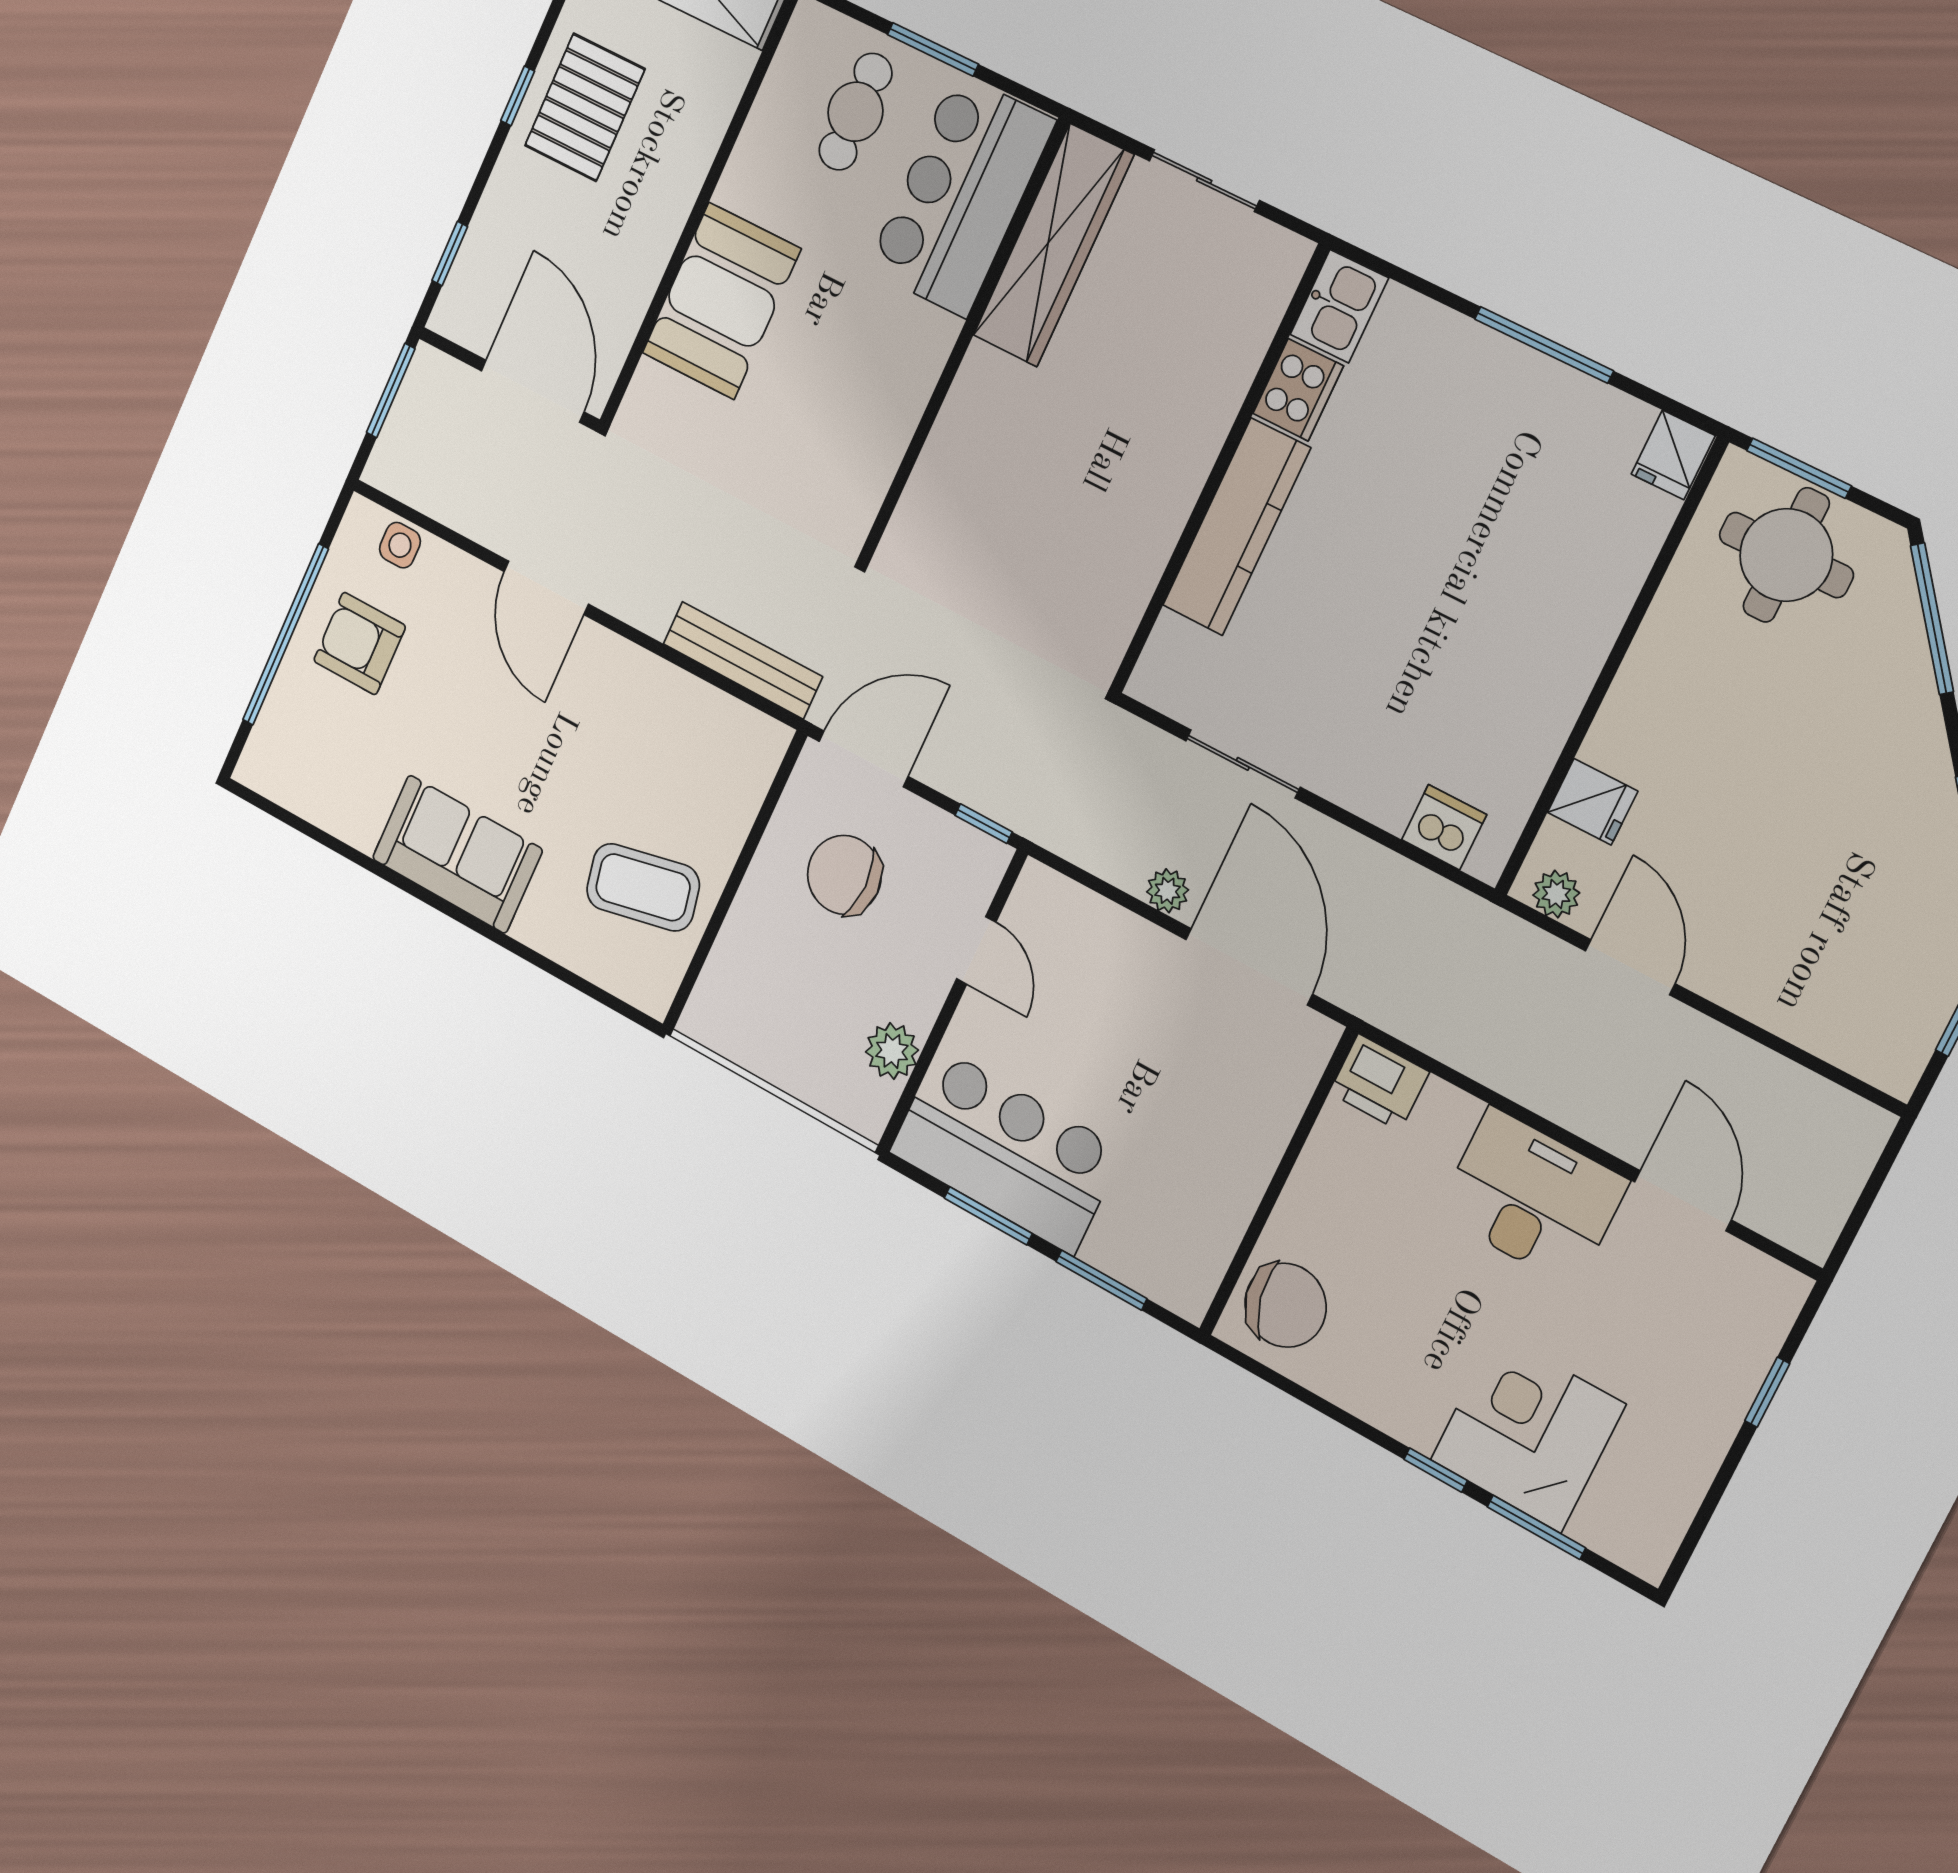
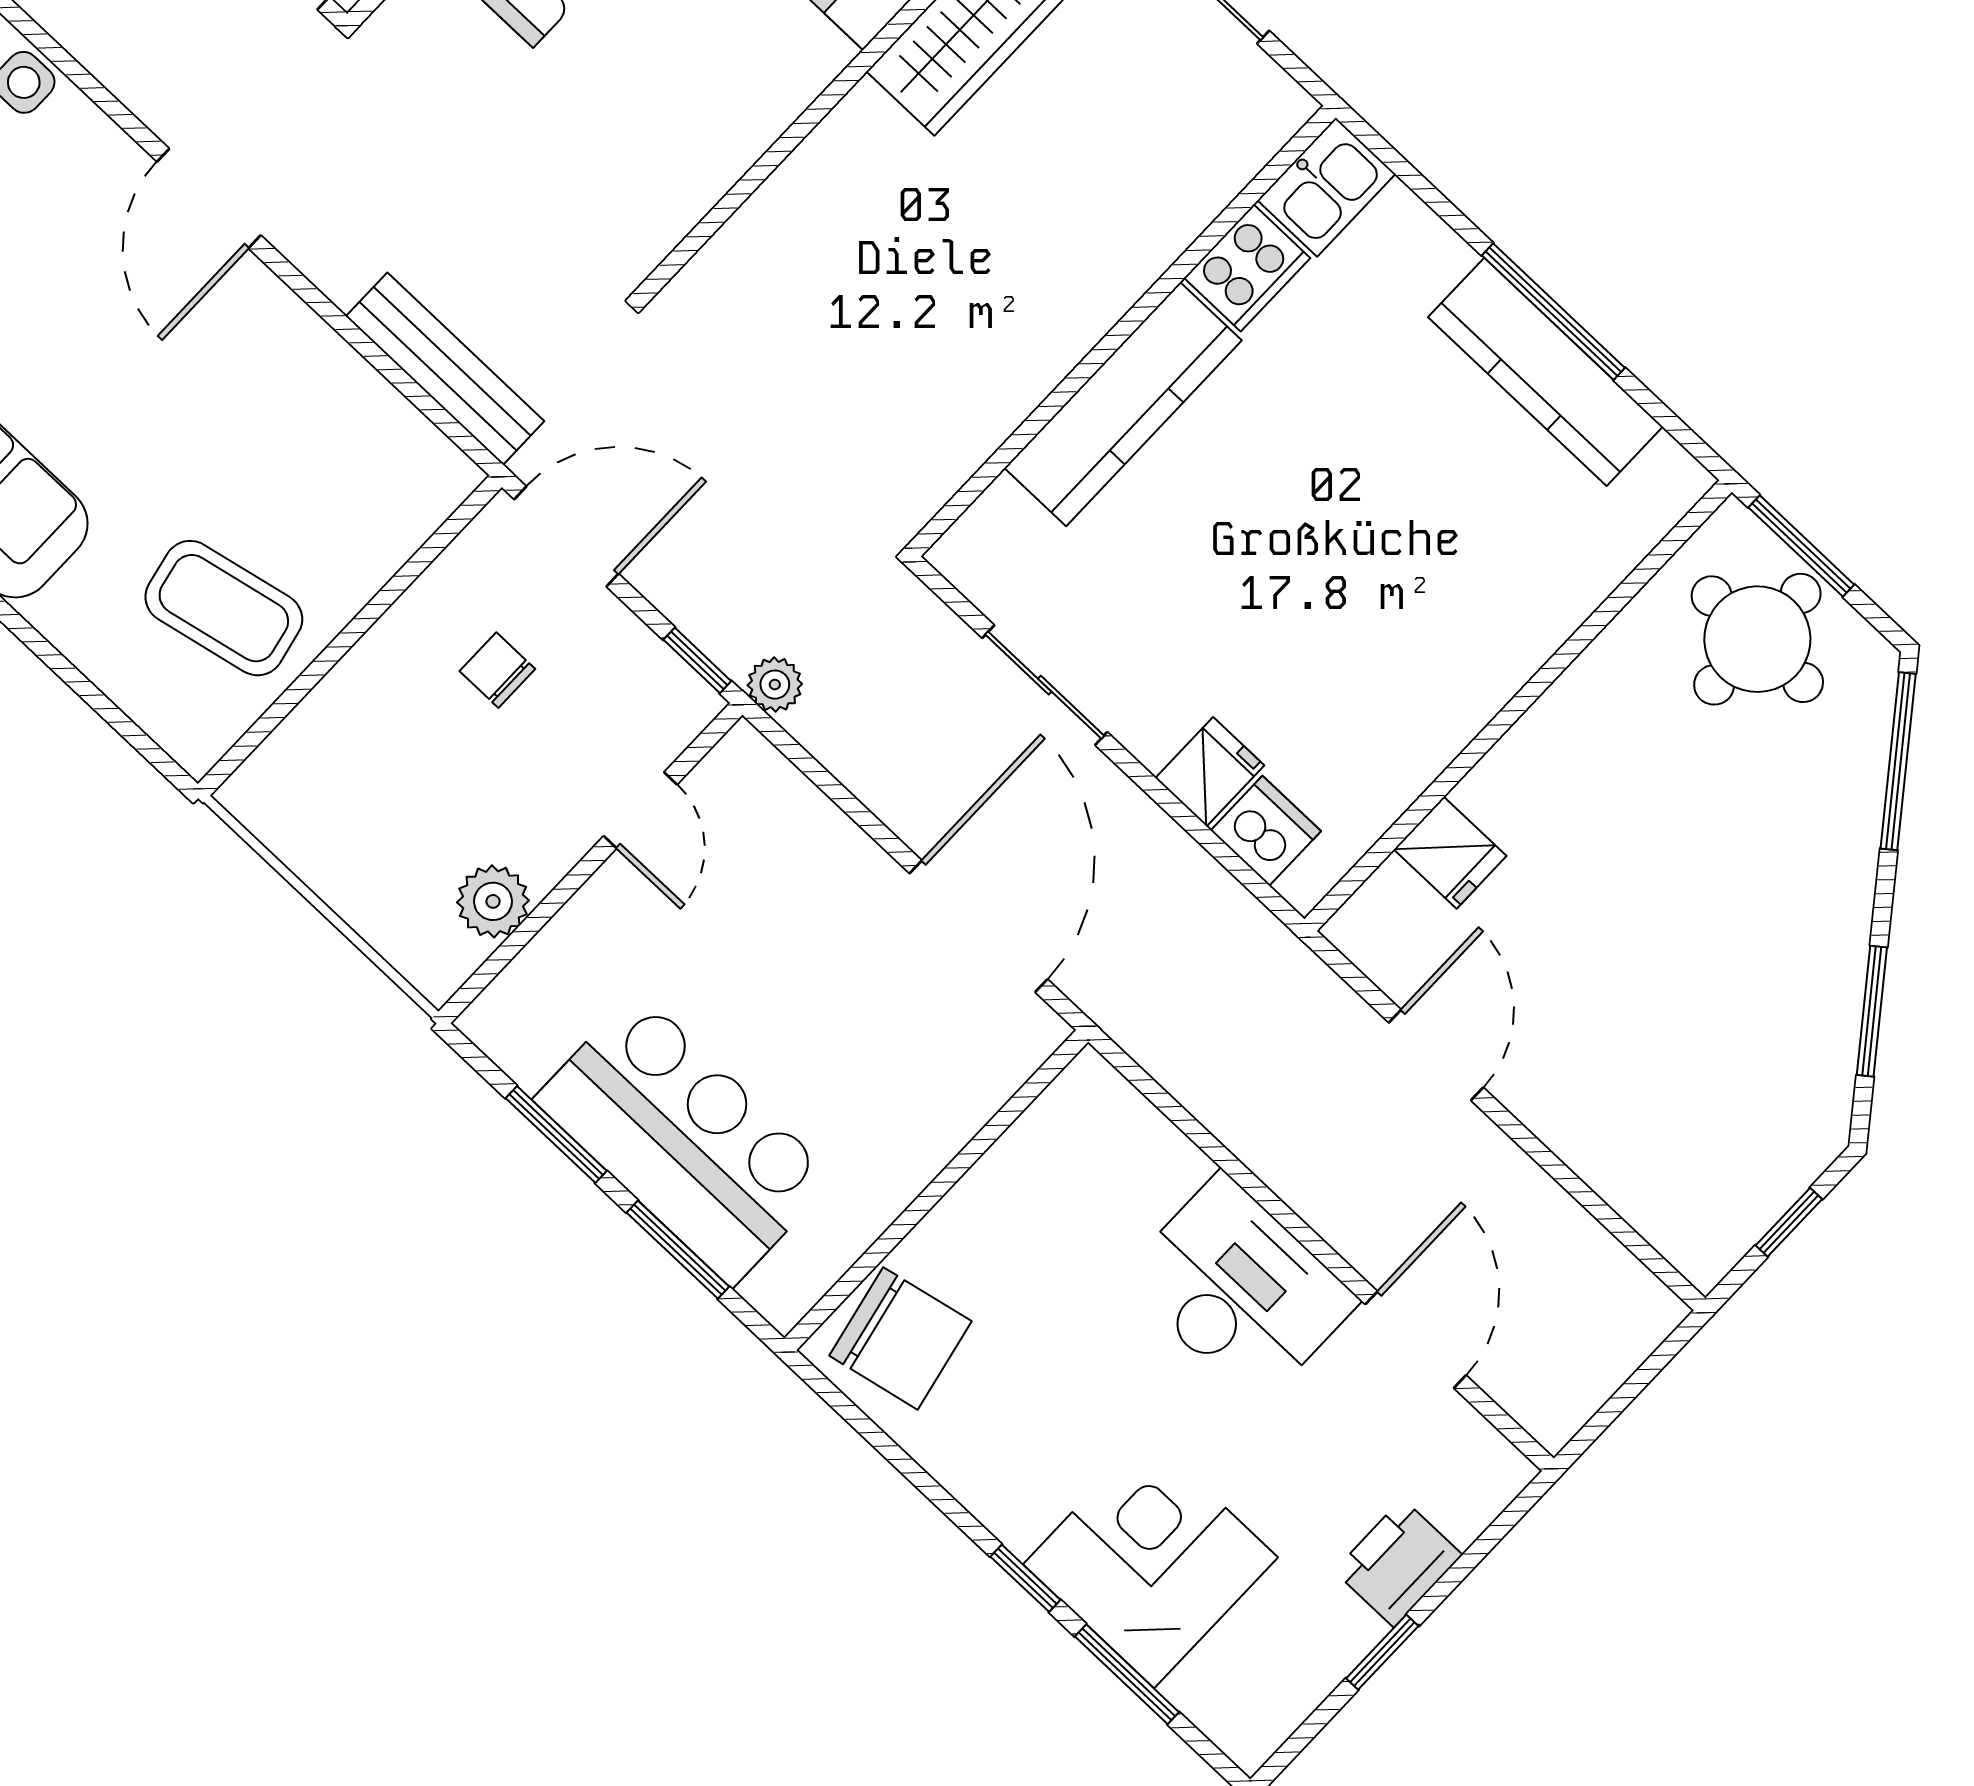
kitchen counter: (1552, 395) -> (1545, 372), added
fridge: (1673, 455) -> (1210, 772), moved, turned 180
chair: (844, 875) -> (497, 670), width x0.54, depth x0.54
plant: (1168, 891) -> (775, 685), moved
plant: (1556, 894) -> (1375, 946), removed
printer: (1379, 1082) -> (1398, 1563), moved, turned 90
bar counter: (1006, 1151) -> (684, 1139), moved
window: (1767, 1392) -> (1382, 1652), moved

